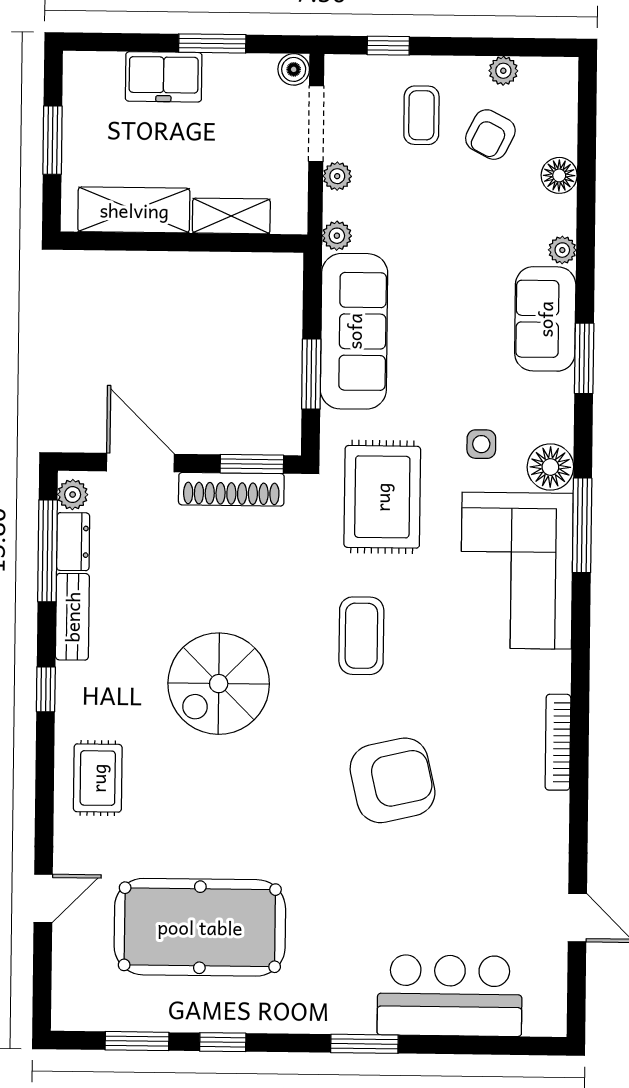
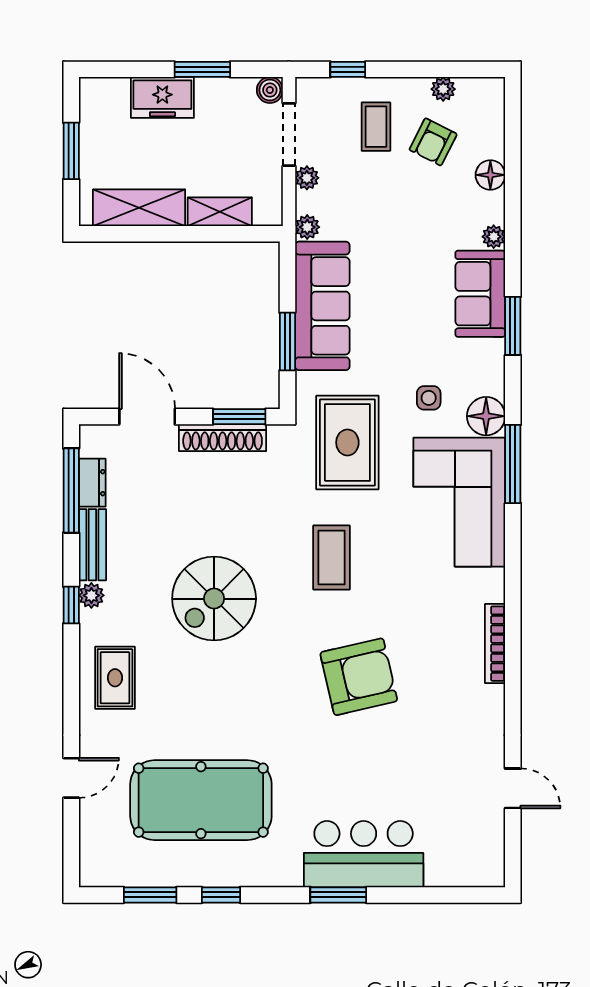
plant: (73, 495) -> (91, 595), moved
bar counter: (450, 996) -> (364, 854), moved

